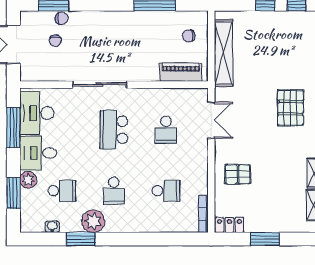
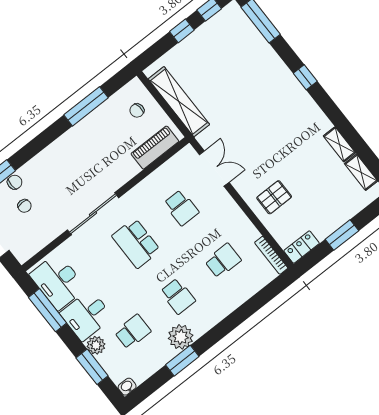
pallet: (290, 108) -> (274, 104), removed
washbasin: (52, 227) -> (127, 387), moved

